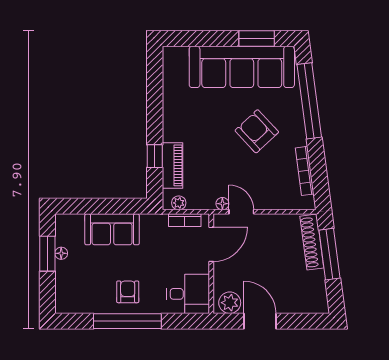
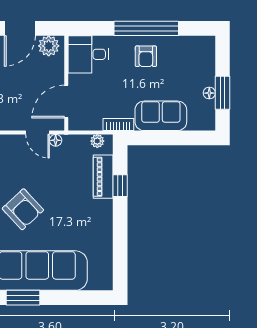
bookcase: (185, 220) -> (118, 125), moved
door: (260, 321) -> (20, 28), hinge flipped

